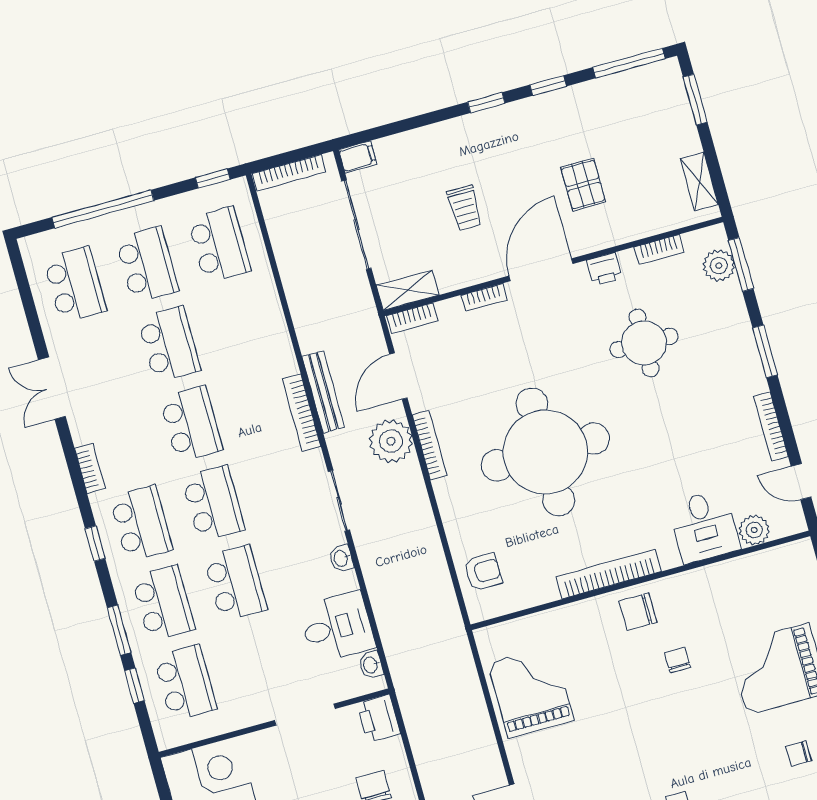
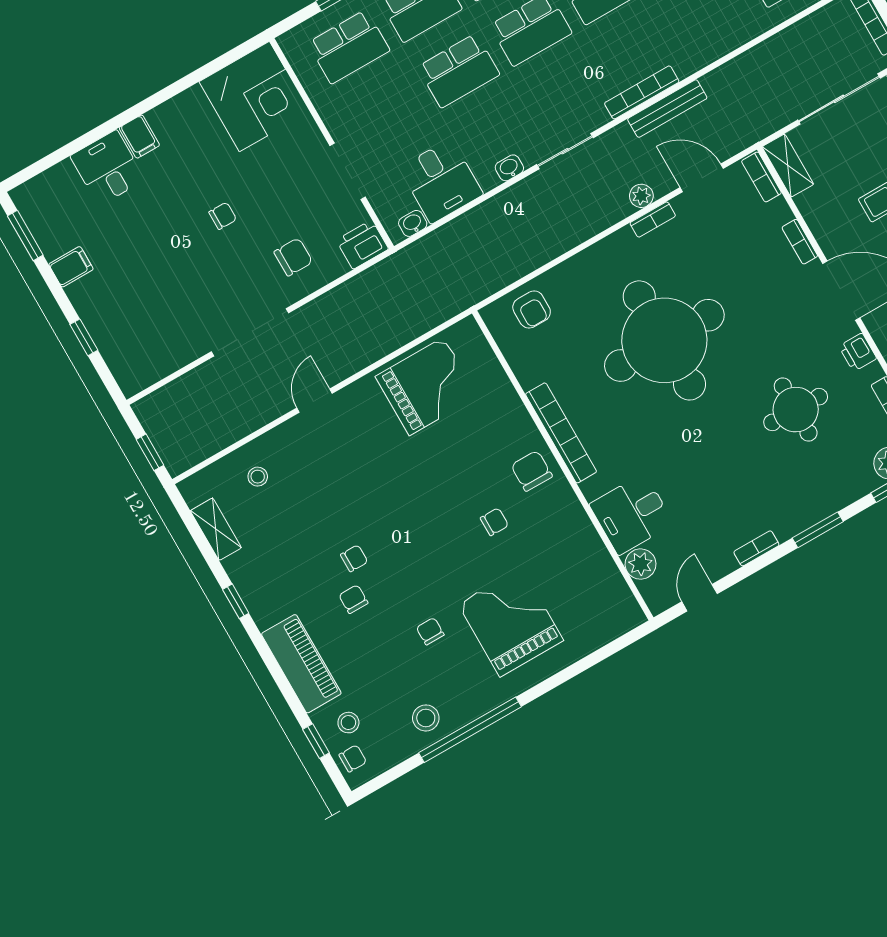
bookcase: (771, 427) -> (756, 548), width x0.64
plant: (391, 441) -> (641, 196), width x0.53, depth x0.53
bookcase: (430, 445) -> (653, 219), width x0.64
chair: (799, 754) -> (430, 631), moved

